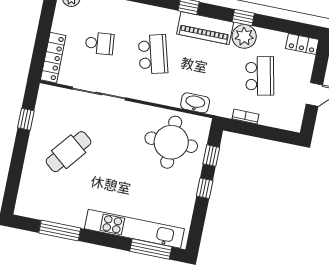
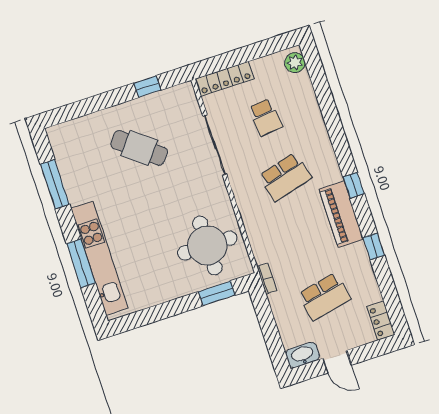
plant: (244, 36) -> (355, 258), removed
washbasin: (195, 103) -> (303, 355), moved, turned -90
bookcase: (245, 116) -> (267, 279), moved
window: (211, 156) -> (217, 293), width x1.50
window: (205, 188) -> (180, 305), removed
window: (151, 249) -> (81, 263), moved

